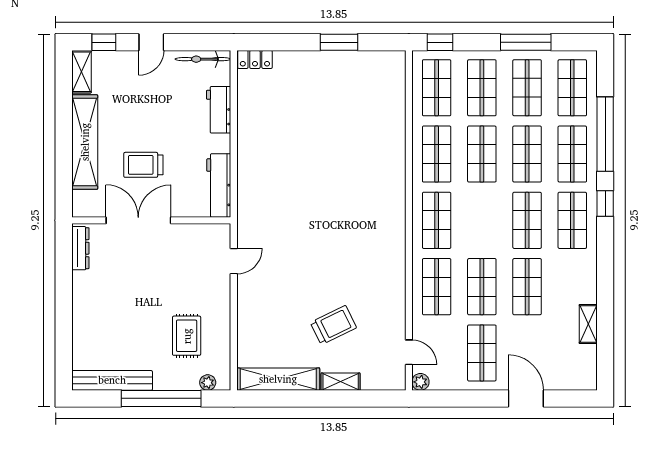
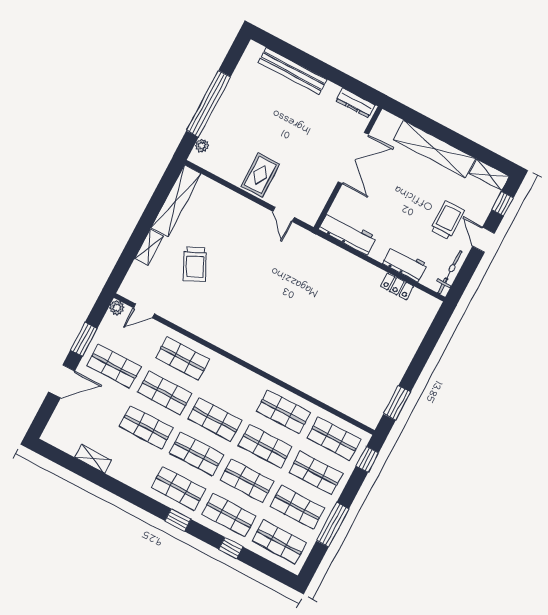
window: (339, 42) -> (397, 403), moved
locker: (255, 59) -> (397, 286), moved, turned -90
window: (605, 134) -> (231, 548), width x0.32
trolley: (143, 165) -> (447, 220), moved
shop shelf: (437, 220) -> (215, 420), moved
rug: (187, 336) -> (260, 175), moved, turned 90
bench: (112, 380) -> (293, 71), moved, turned 90
window: (471, 398) -> (84, 339), added

